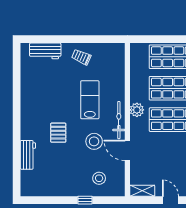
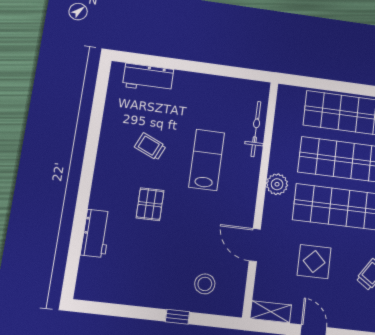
trolley: (81, 57) -> (150, 147), moved
bicycle: (119, 120) -> (256, 129), moved
stool: (94, 141) -> (205, 225), removed
display table: (166, 156) -> (314, 262), added

